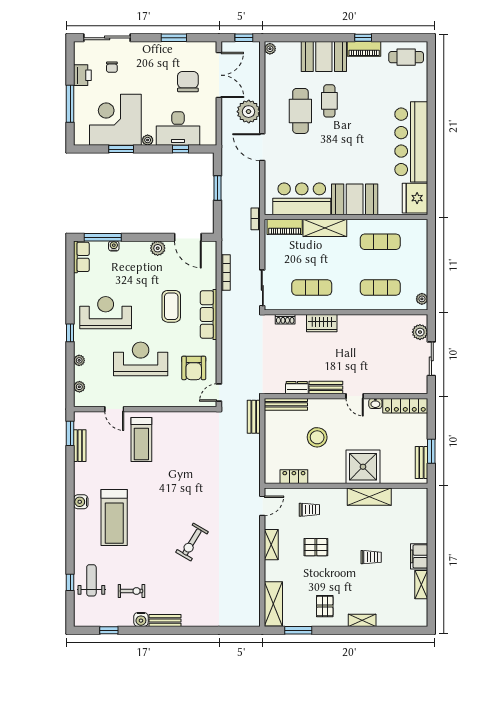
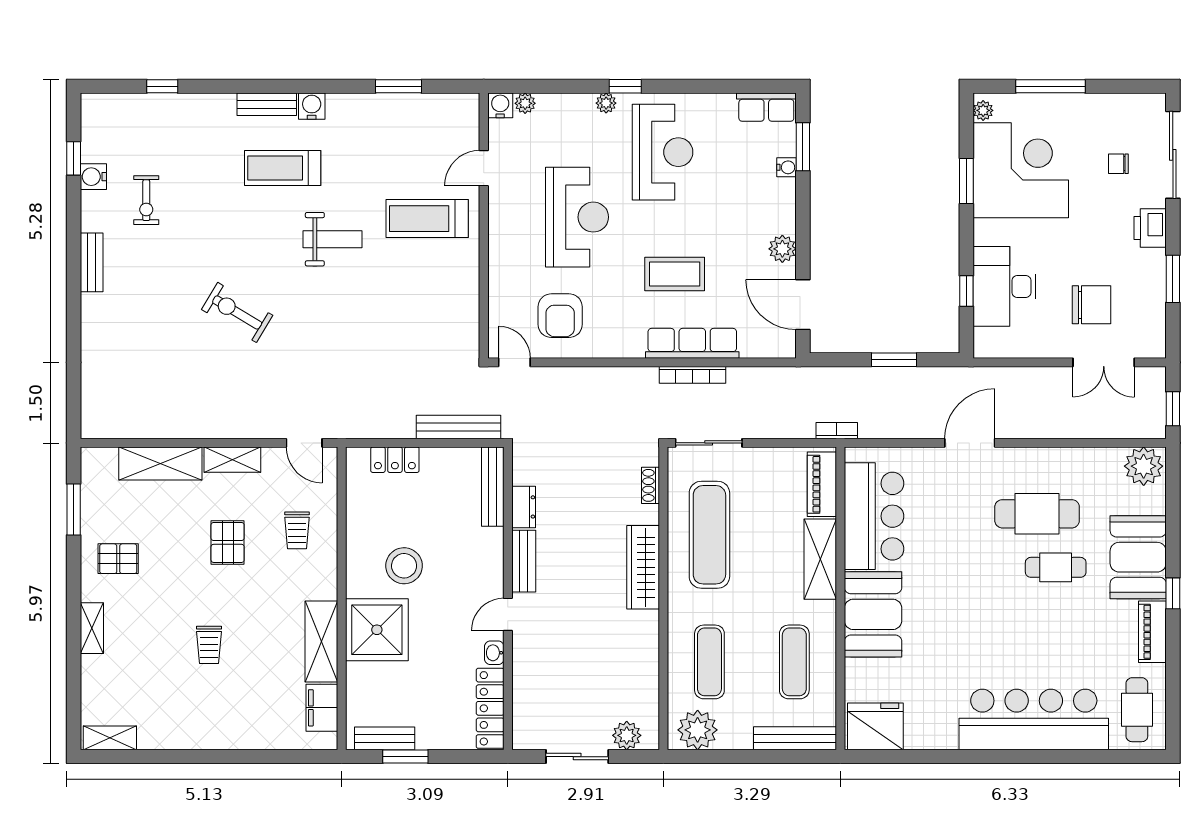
window: (363, 38) -> (1173, 593), moved
plant: (270, 49) -> (1144, 466), width x1.88, depth x1.88
printer: (82, 75) -> (1150, 228), moved, turned 90
double door: (219, 75) -> (1104, 362), width x0.73
plant: (249, 112) -> (1036, 417), removed
plant: (148, 140) -> (983, 110), moved
bar counter: (411, 142) -> (1034, 719), moved
window: (103, 237) -> (803, 147), width x0.69
door: (188, 237) -> (803, 305), hinge flipped
bench: (421, 241) -> (795, 738), added
bookcase: (226, 273) -> (692, 375), moved
exercise mat: (312, 287) -> (709, 535), width x1.36, depth x1.45
plant: (422, 299) -> (698, 730), width x1.88, depth x1.88
row of seats: (209, 314) -> (692, 343), moved
wardrobe: (322, 323) -> (643, 567), width x1.50
plant: (79, 360) -> (606, 103), moved
armchair: (194, 368) -> (560, 316), turned -90
water cooler: (80, 400) -> (500, 105), added
bench: (254, 417) -> (458, 427), width x1.36
window: (70, 433) -> (399, 86), moved
stool: (317, 437) -> (404, 566), moved
bench: (80, 446) -> (267, 104), moved
locker: (294, 477) -> (395, 460), moved, turned 90
treadmill: (114, 517) -> (283, 168), width x0.73, depth x0.73
filing cabinet: (419, 556) -> (322, 708), moved, turned -90
weight bench: (91, 580) -> (332, 239), moved
shelving: (421, 585) -> (110, 738), moved
shelving: (273, 604) -> (160, 463), moved
water cooler: (141, 619) -> (93, 177), moved

